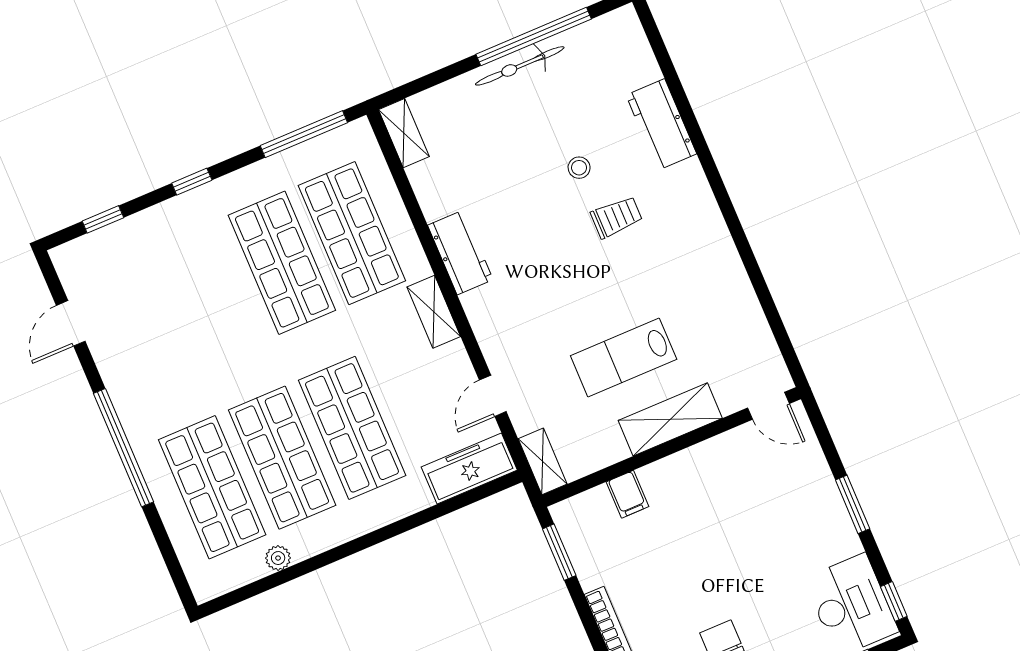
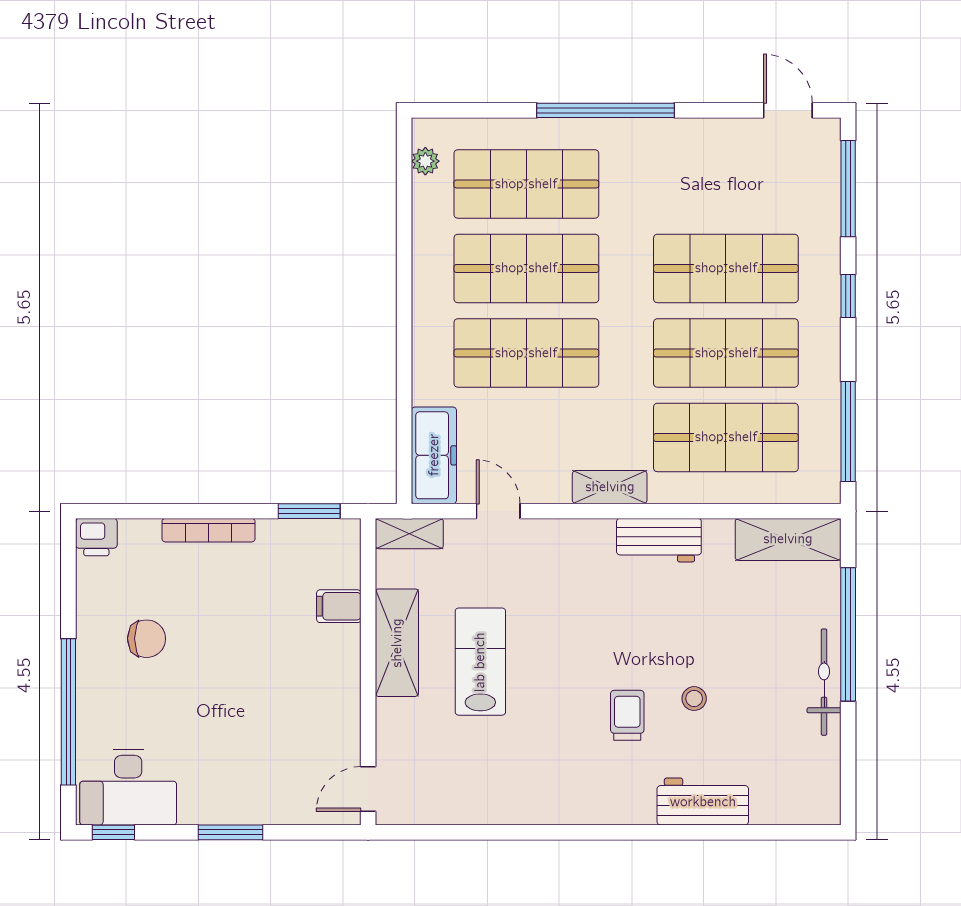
window: (534, 37) -> (848, 634), moved
shelving: (404, 133) -> (788, 539), width x1.50, depth x1.33
trolley: (616, 217) -> (627, 715), turned 180
window: (103, 219) -> (848, 189), width x2.17
shop shelf: (212, 292) -> (726, 268), added
door: (71, 323) -> (788, 110), moved
shelving: (670, 419) -> (397, 643), moved
plant: (278, 558) -> (425, 161), moved

